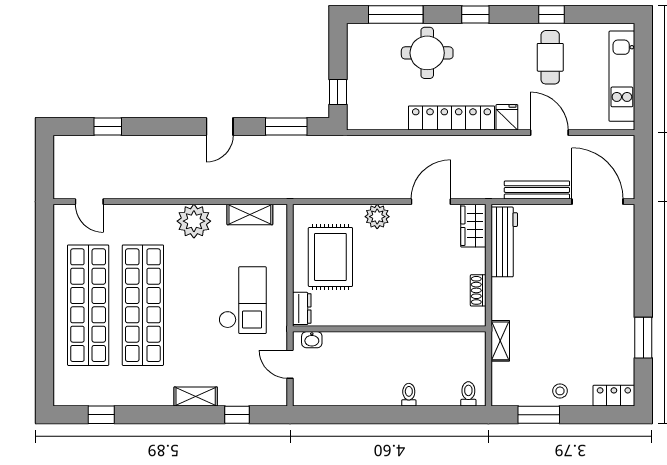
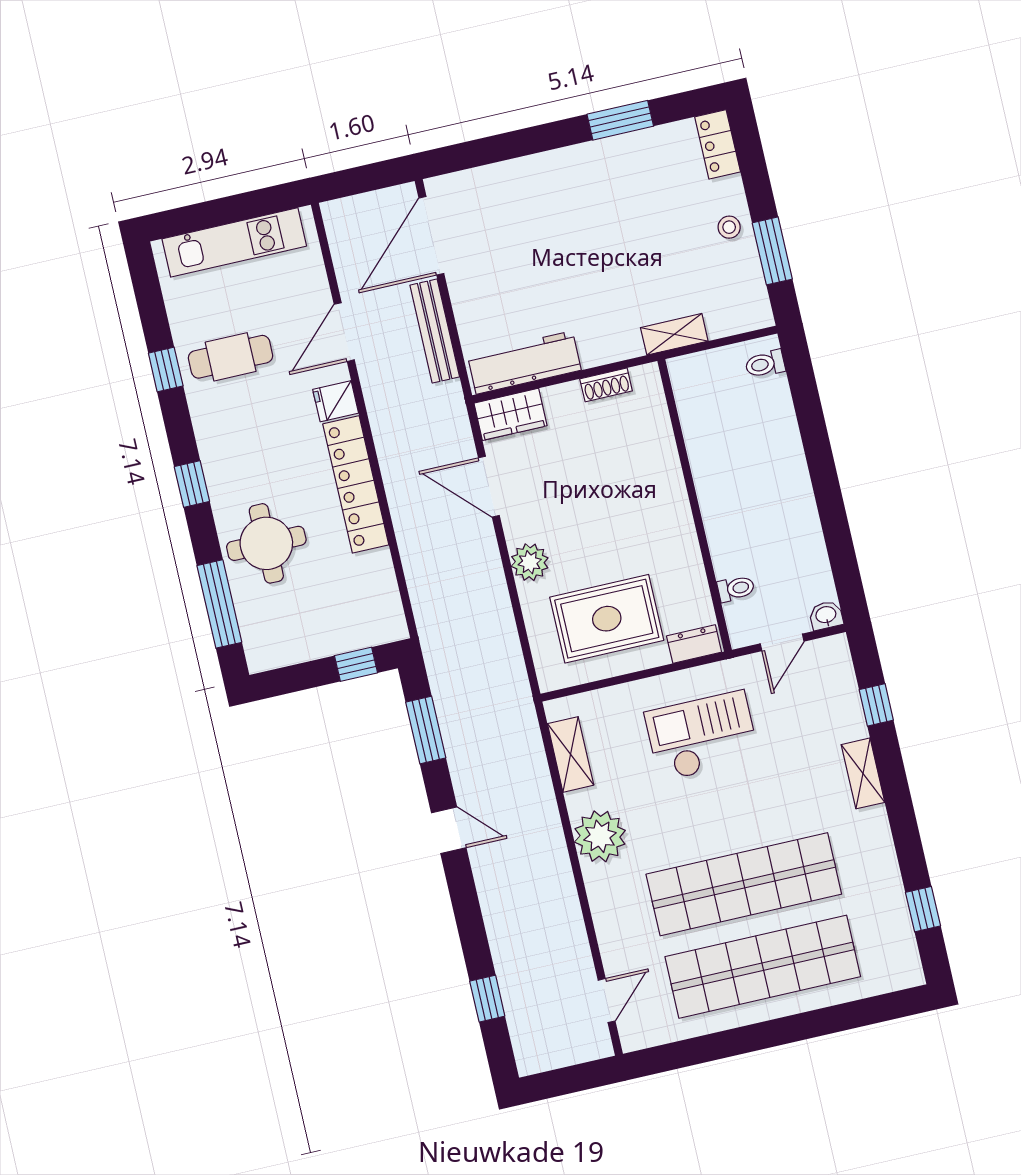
washbasin: (312, 340) -> (826, 615), moved, turned -90
toilet: (409, 395) -> (736, 589), moved, turned 180

